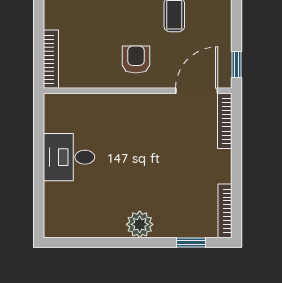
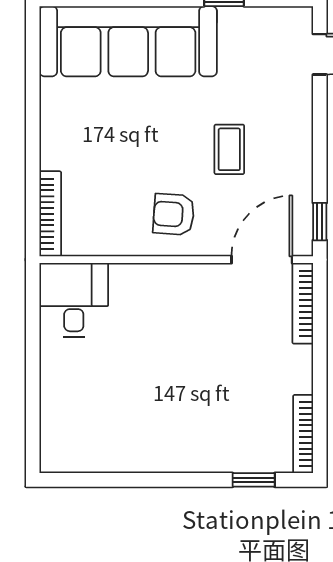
armchair: (136, 60) -> (174, 214), turned -86
desk: (69, 157) -> (74, 300), moved, turned 90
plant: (140, 224) -> (179, 454), removed

